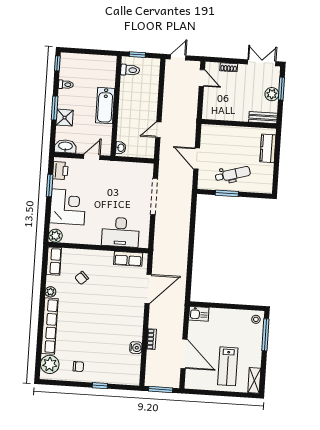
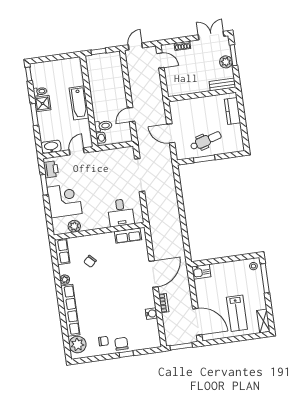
toilet: (130, 70) -> (103, 126), moved
shower: (65, 118) -> (43, 104), moved
desk: (121, 232) -> (121, 213), width x0.73
plant: (55, 236) -> (74, 226), moved
door: (148, 289) -> (154, 274), moved
door: (184, 354) -> (197, 322), moved
chair: (97, 373) -> (121, 344), added

